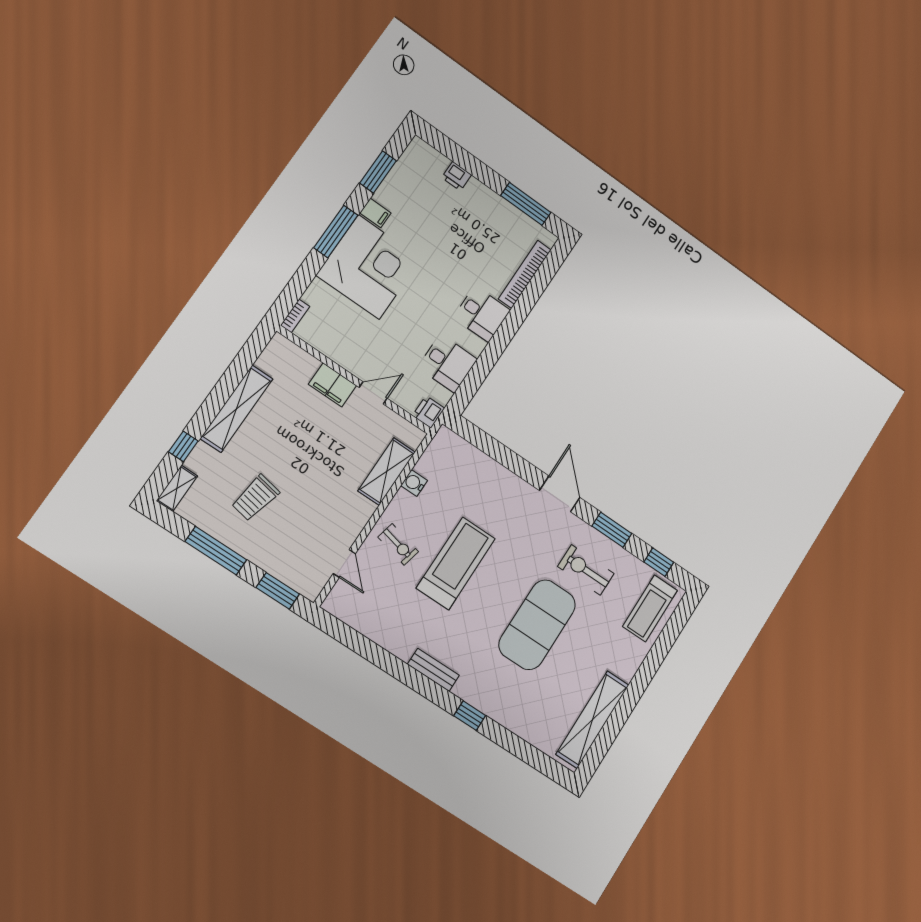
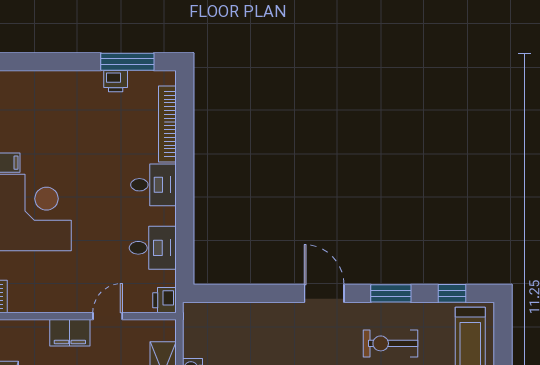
printer: (457, 176) -> (116, 81), moved

